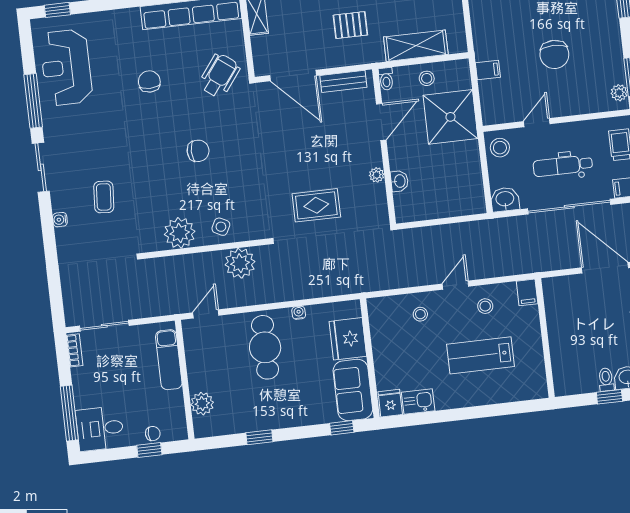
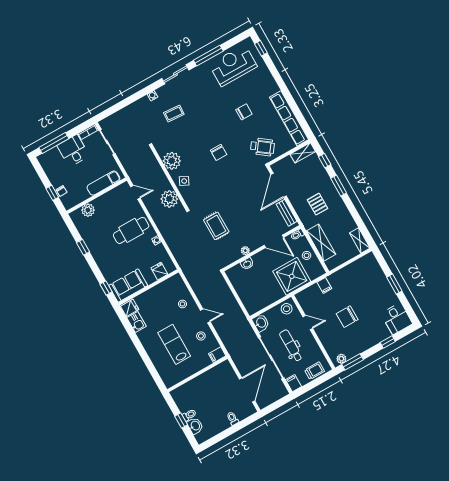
fridge: (348, 339) -> (159, 271), width x0.53, depth x0.75
desk: (100, 429) -> (73, 151), moved

